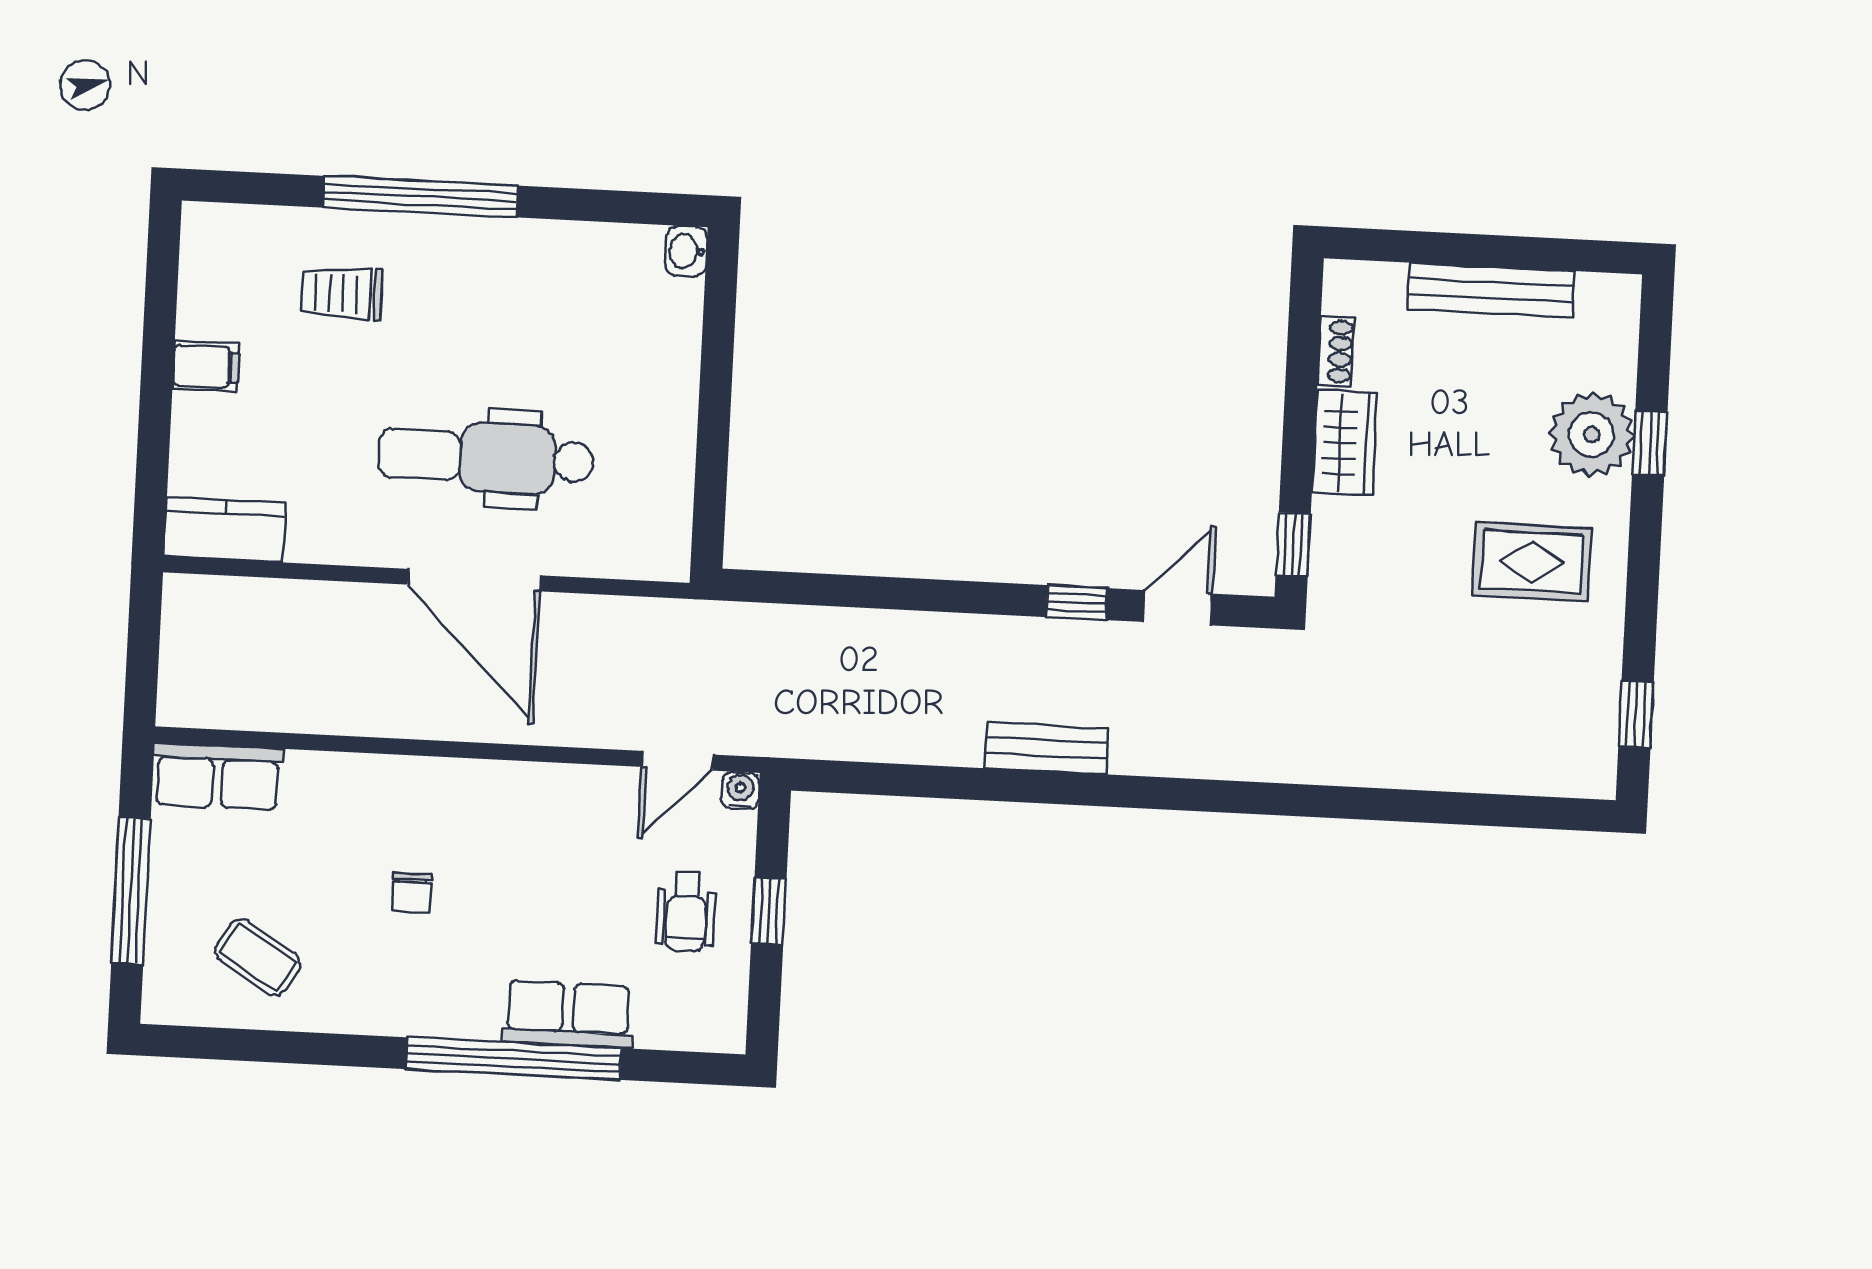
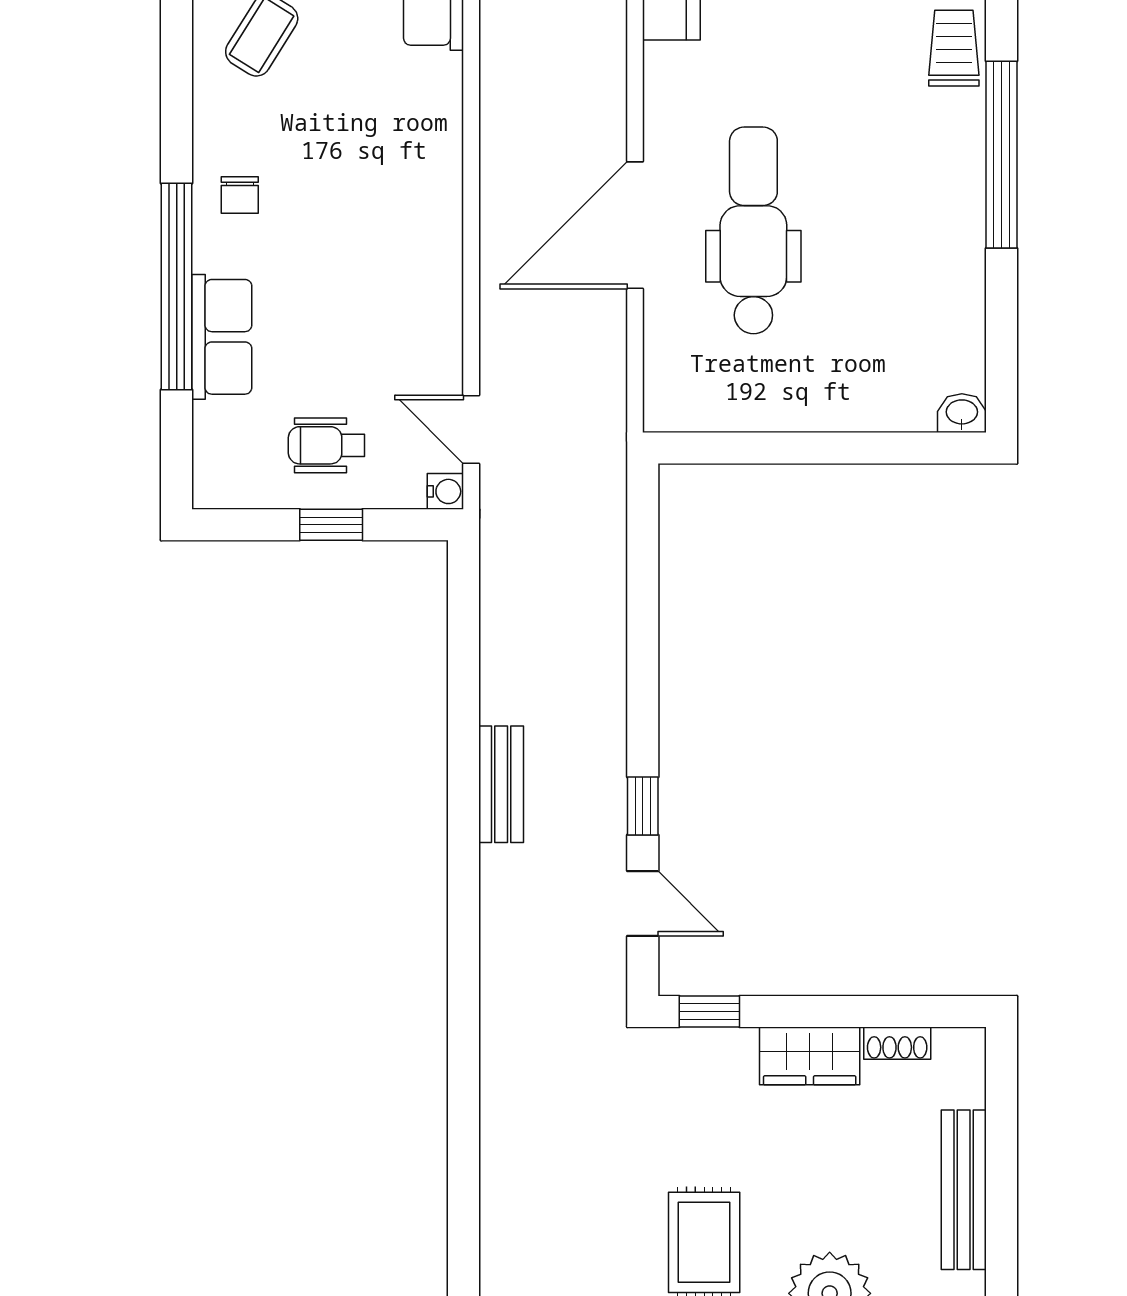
trolley: (342, 293) -> (954, 48), moved
chair: (412, 893) -> (240, 195), moved, turned -90

